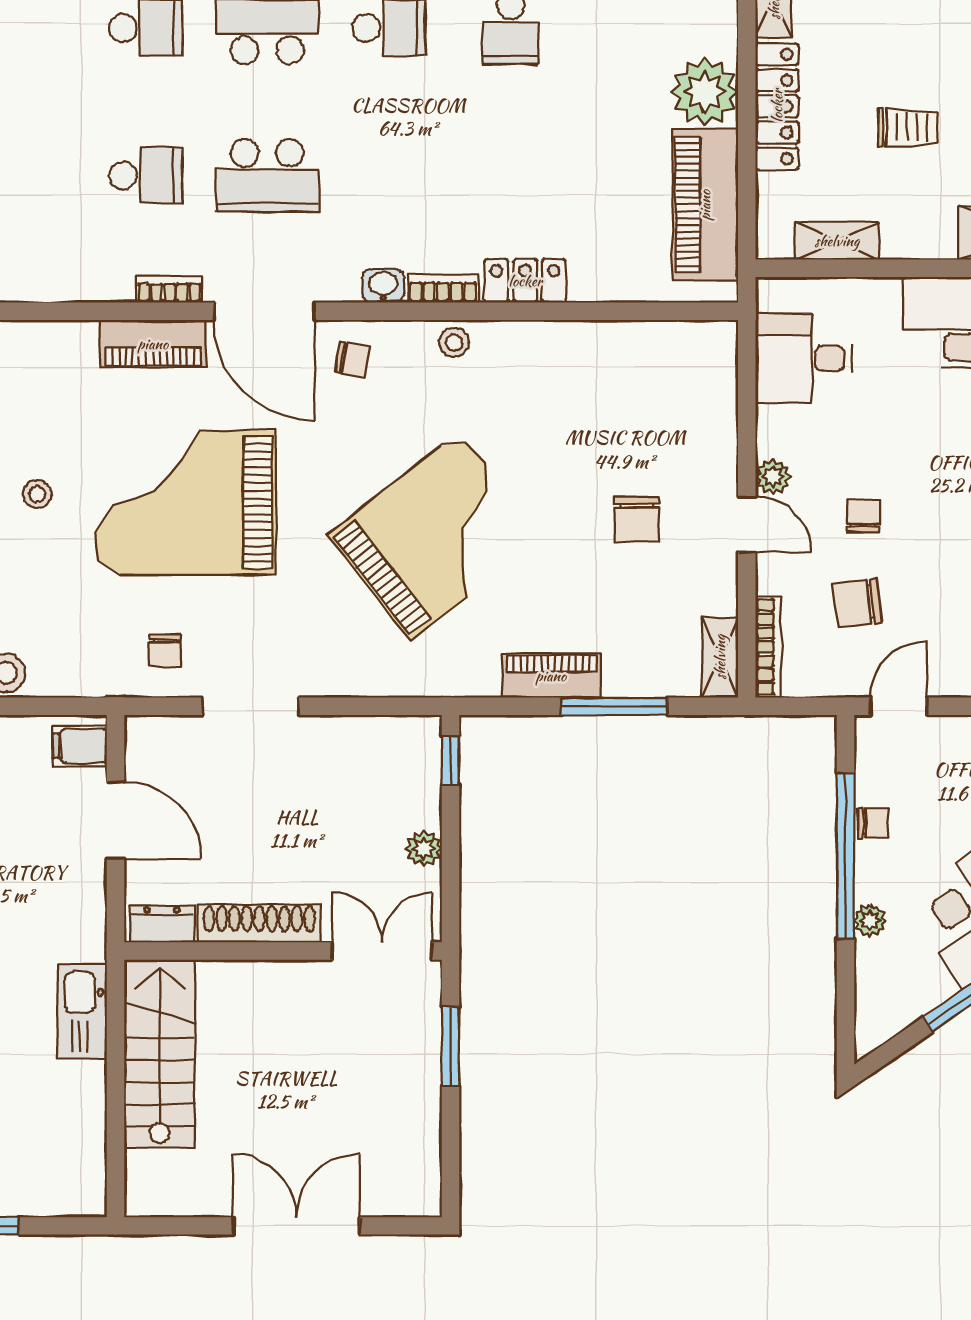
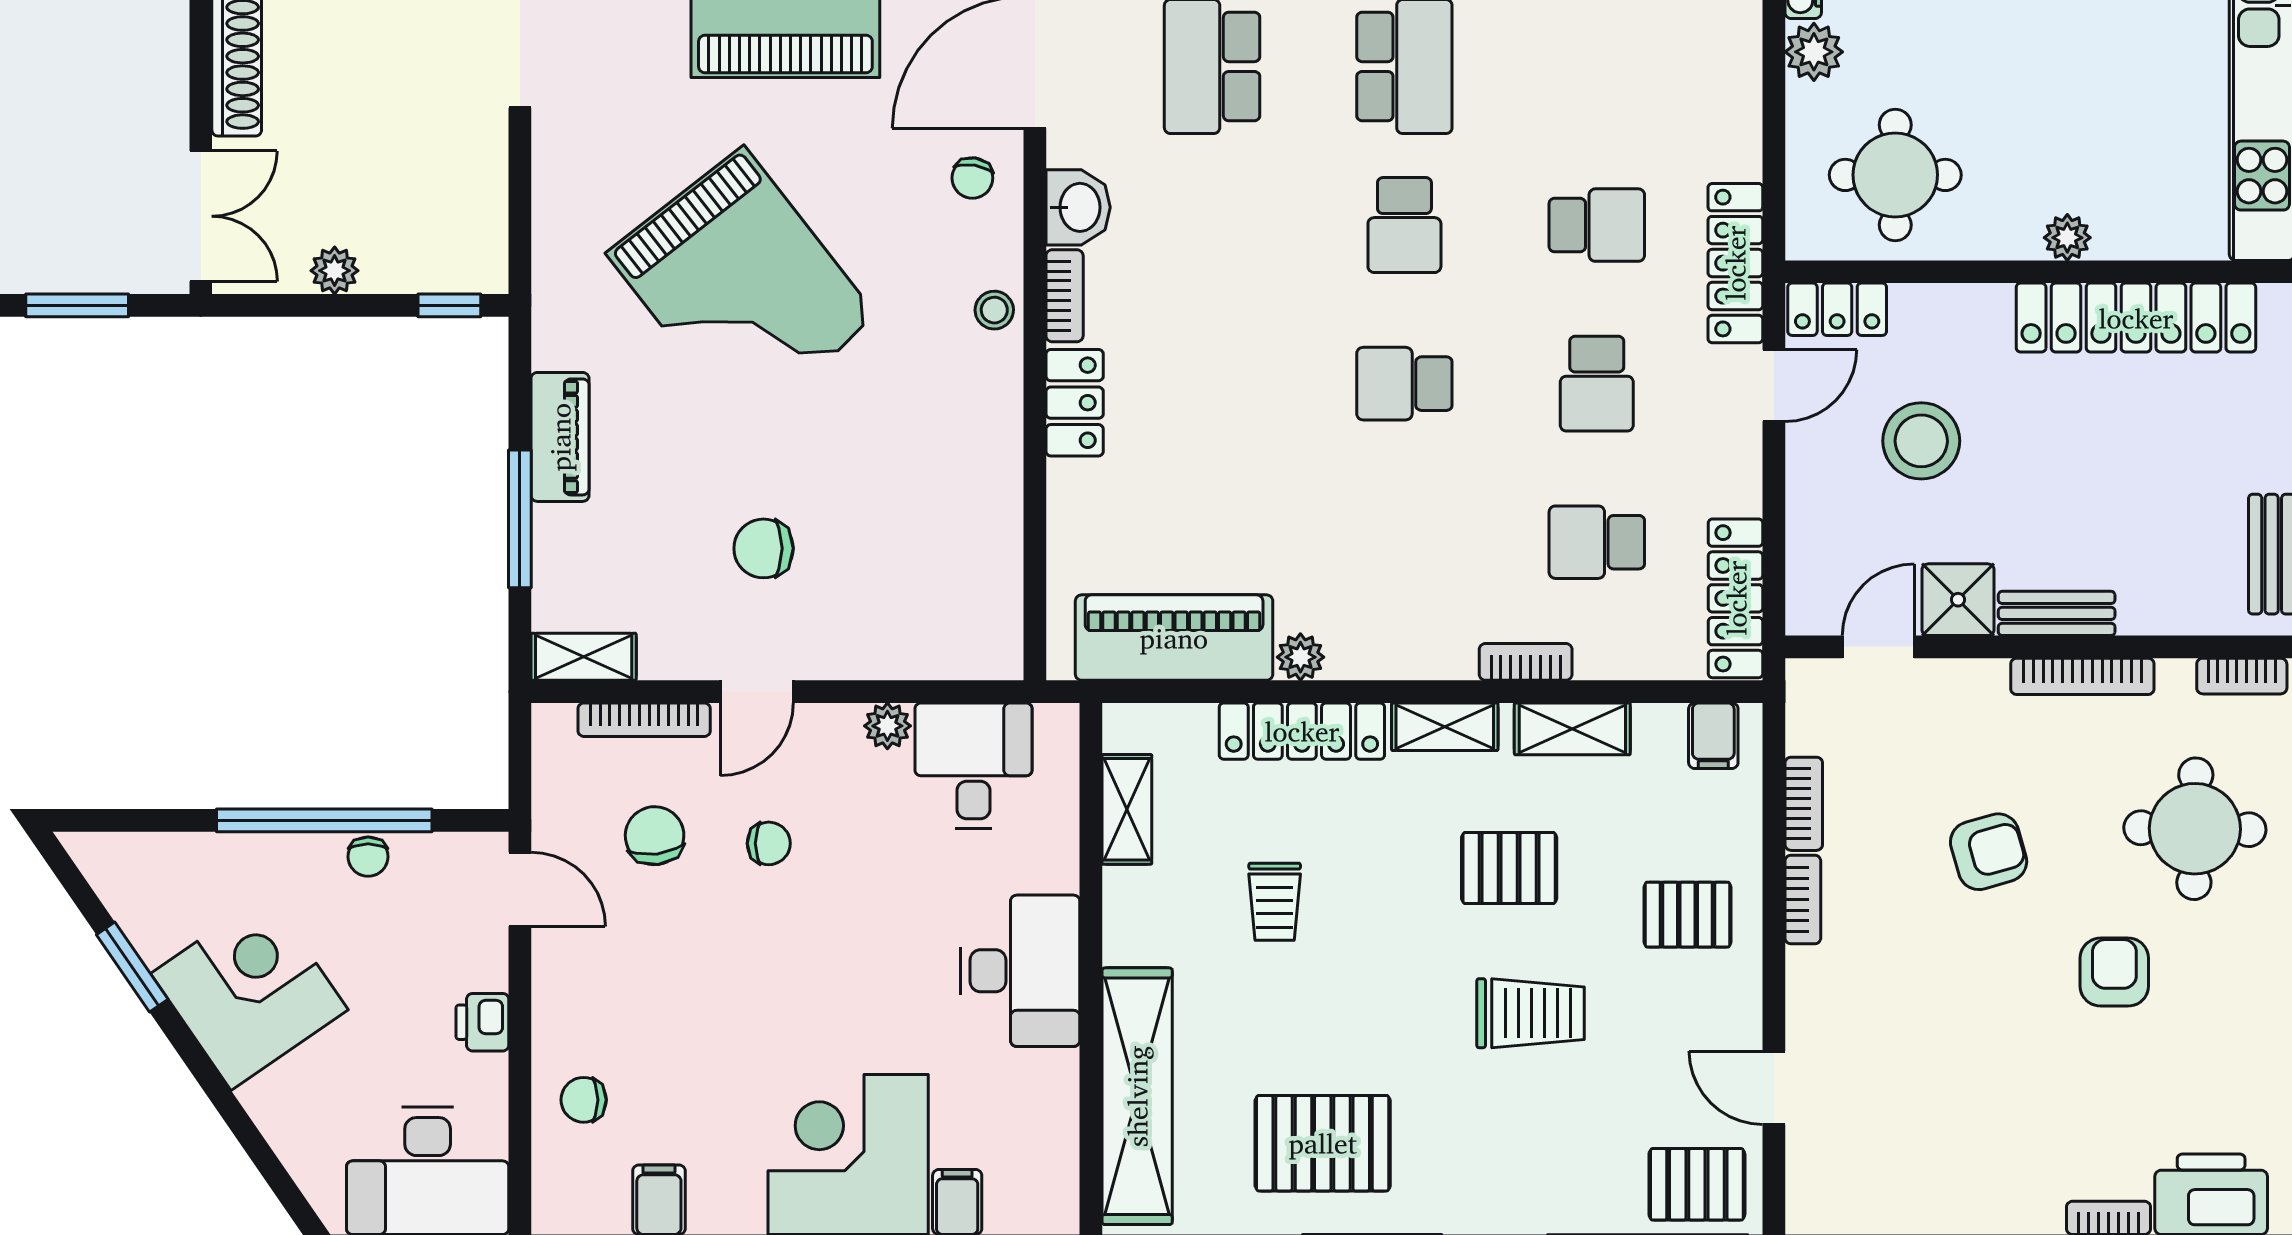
plant: (705, 92) -> (1300, 657), width x0.53, depth x0.53
washbasin: (383, 286) -> (1078, 207), width x1.38, depth x1.45
plant: (773, 477) -> (887, 726), moved
bookcase: (768, 647) -> (644, 720), moved
plant: (870, 920) -> (241, 852), removed

